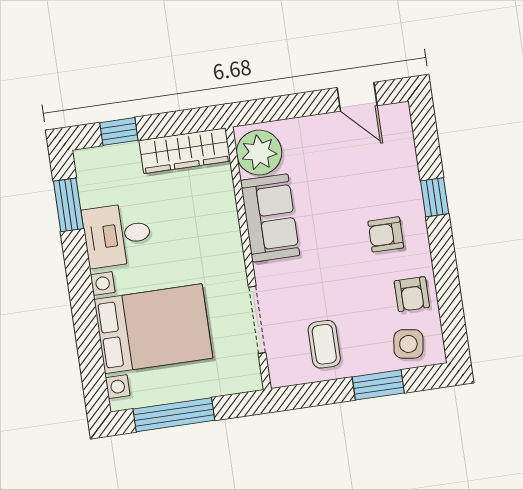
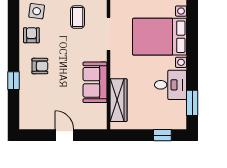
door: (357, 97) -> (64, 135), moved
wardrobe: (185, 151) -> (119, 100), moved, turned 90
plant: (259, 153) -> (96, 115), removed

